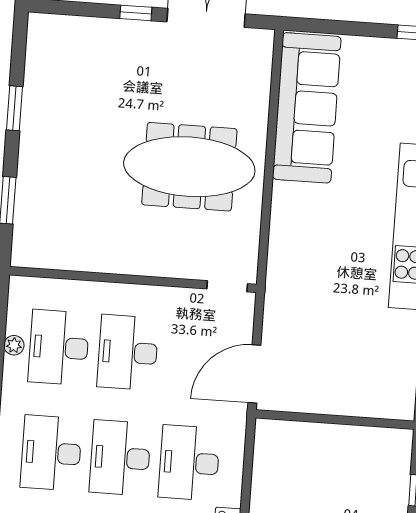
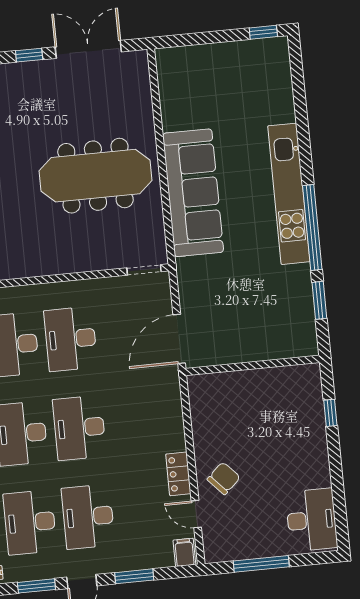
sofa: (307, 108) -> (193, 193), moved
desk: (189, 463) -> (138, 422), removed

